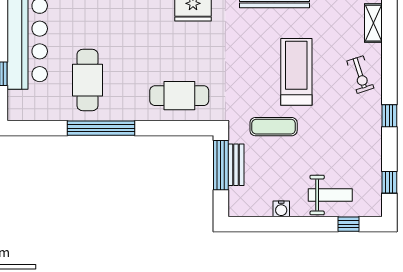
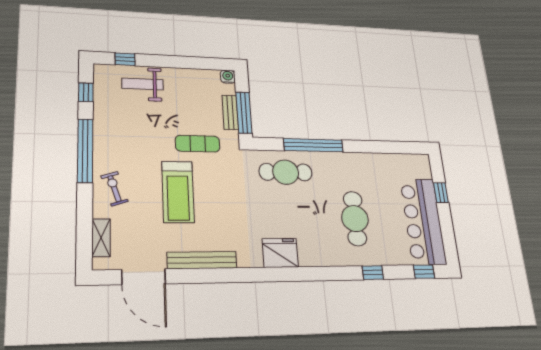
cafe table: (87, 80) -> (355, 218), moved
window: (389, 116) -> (85, 151), width x3.17
window: (101, 128) -> (313, 145), moved
water cooler: (281, 209) -> (228, 77), moved

